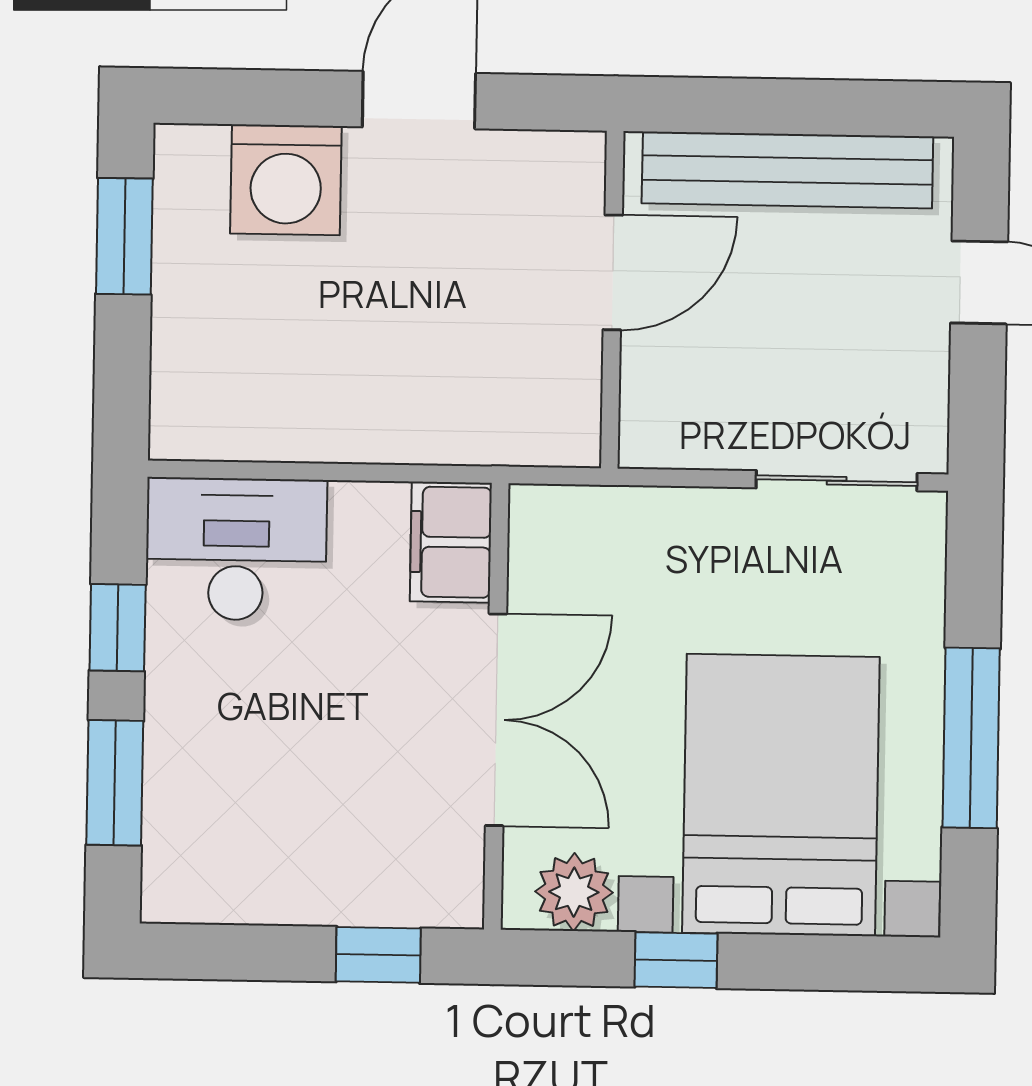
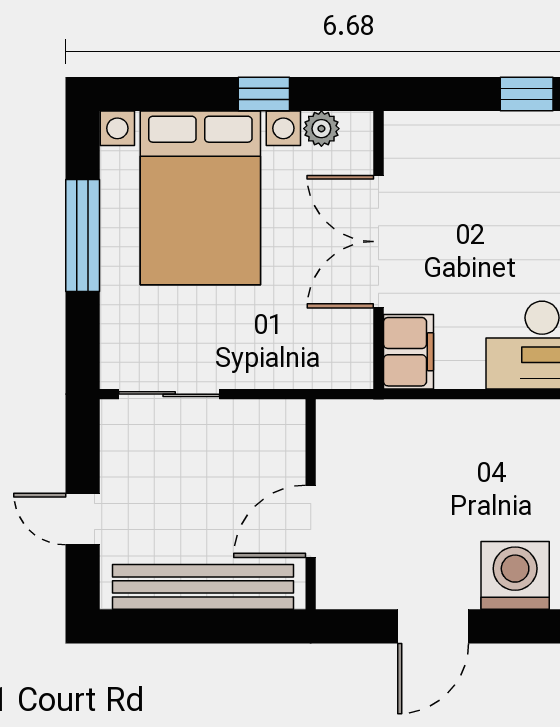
plant: (574, 892) -> (321, 129), width x0.73, depth x0.73
window: (378, 955) -> (527, 94), moved

